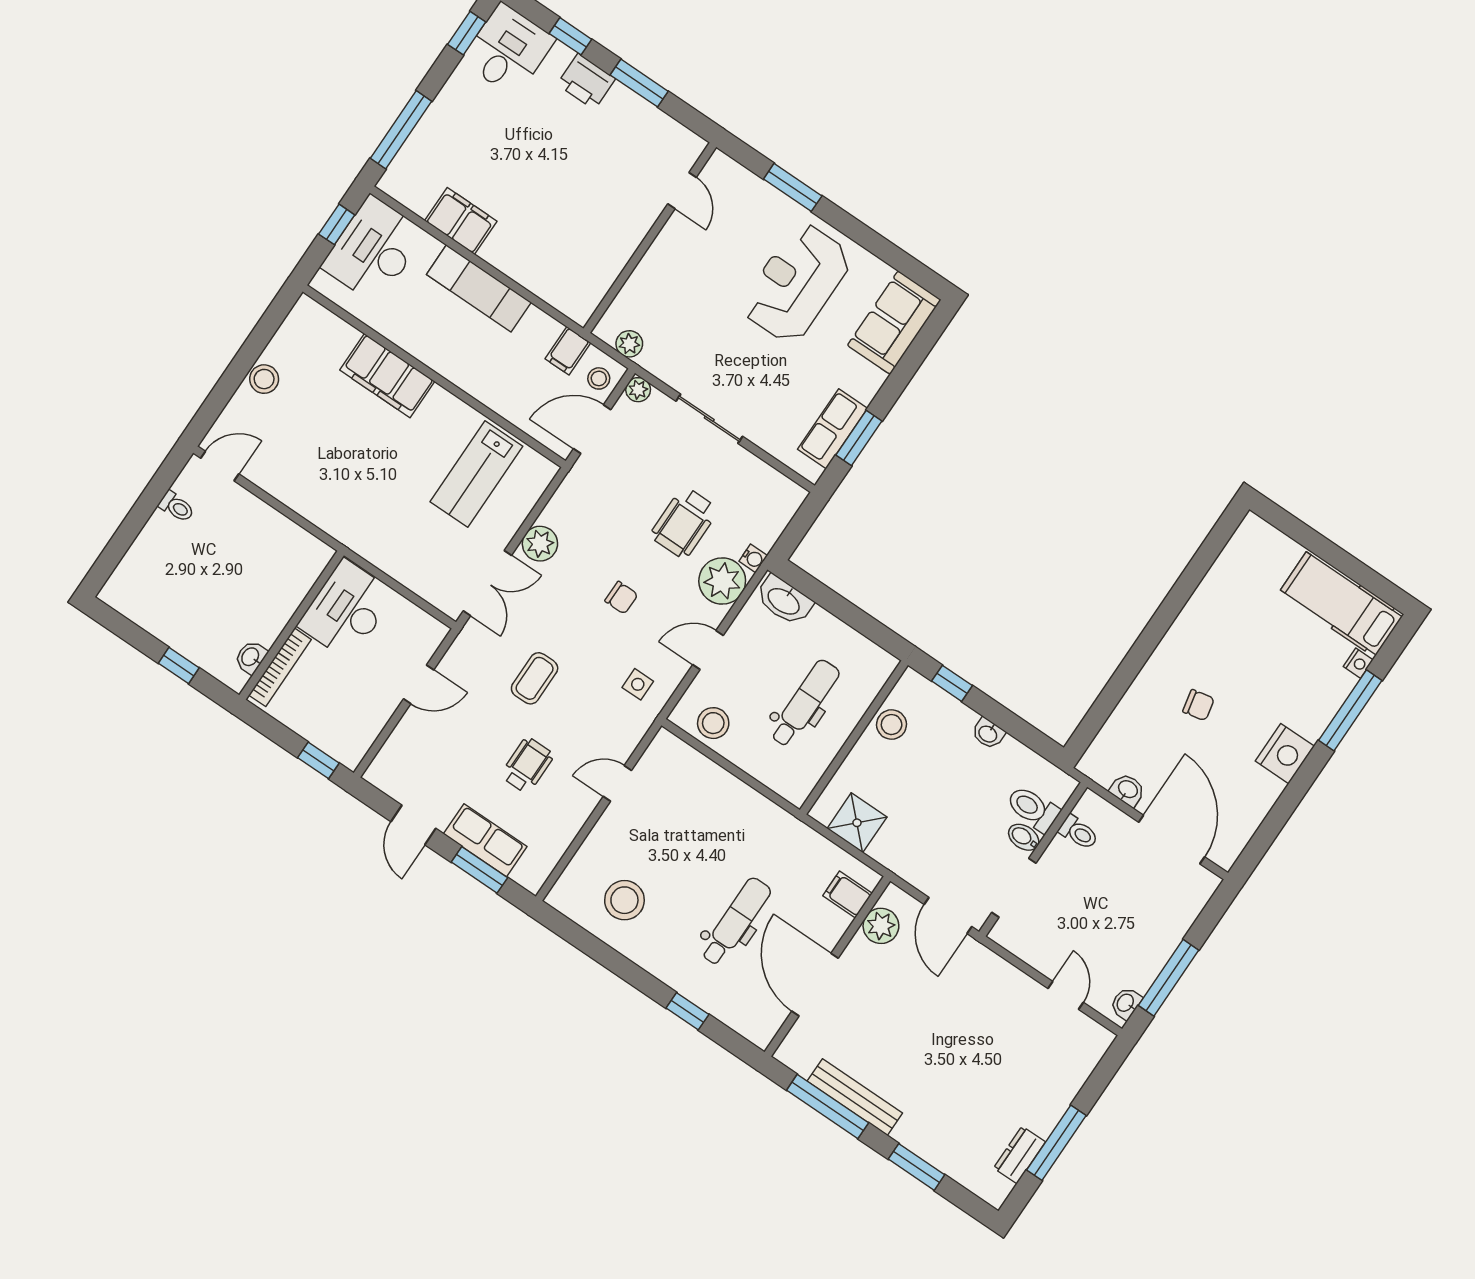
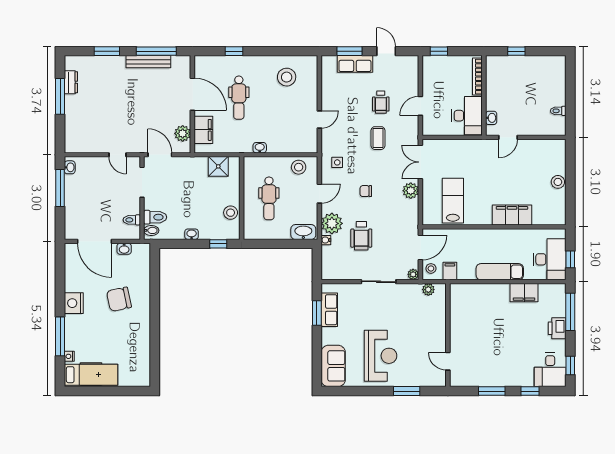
printer: (586, 81) -> (557, 328), moved, turned -90
door: (220, 466) -> (508, 137), moved
wheelchair: (684, 523) -> (361, 236), turned 180
washbasin: (251, 657) -> (491, 118), moved
chair: (1199, 705) -> (119, 299), width x1.87, depth x1.87
wheelchair: (527, 765) -> (381, 102), moved
washbasin: (759, 806) -> (260, 148), added
bidet: (1024, 837) -> (151, 230), moved
filing cabinet: (848, 895) -> (203, 130), width x2.00
door: (1066, 995) -> (117, 155), moved

